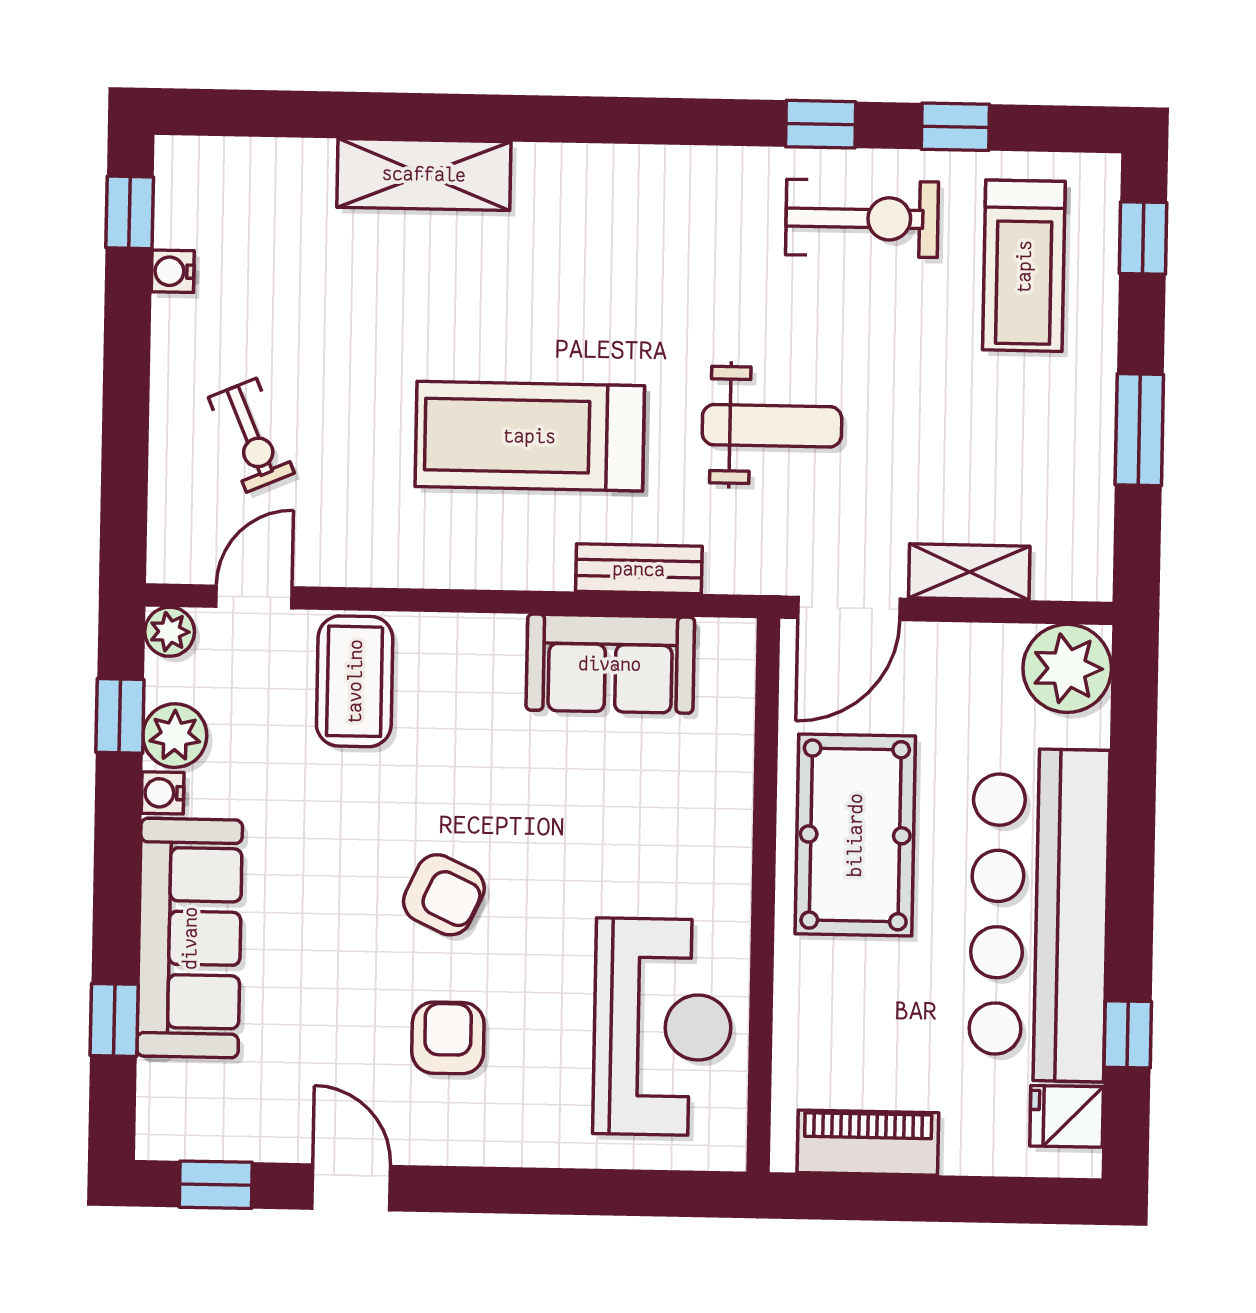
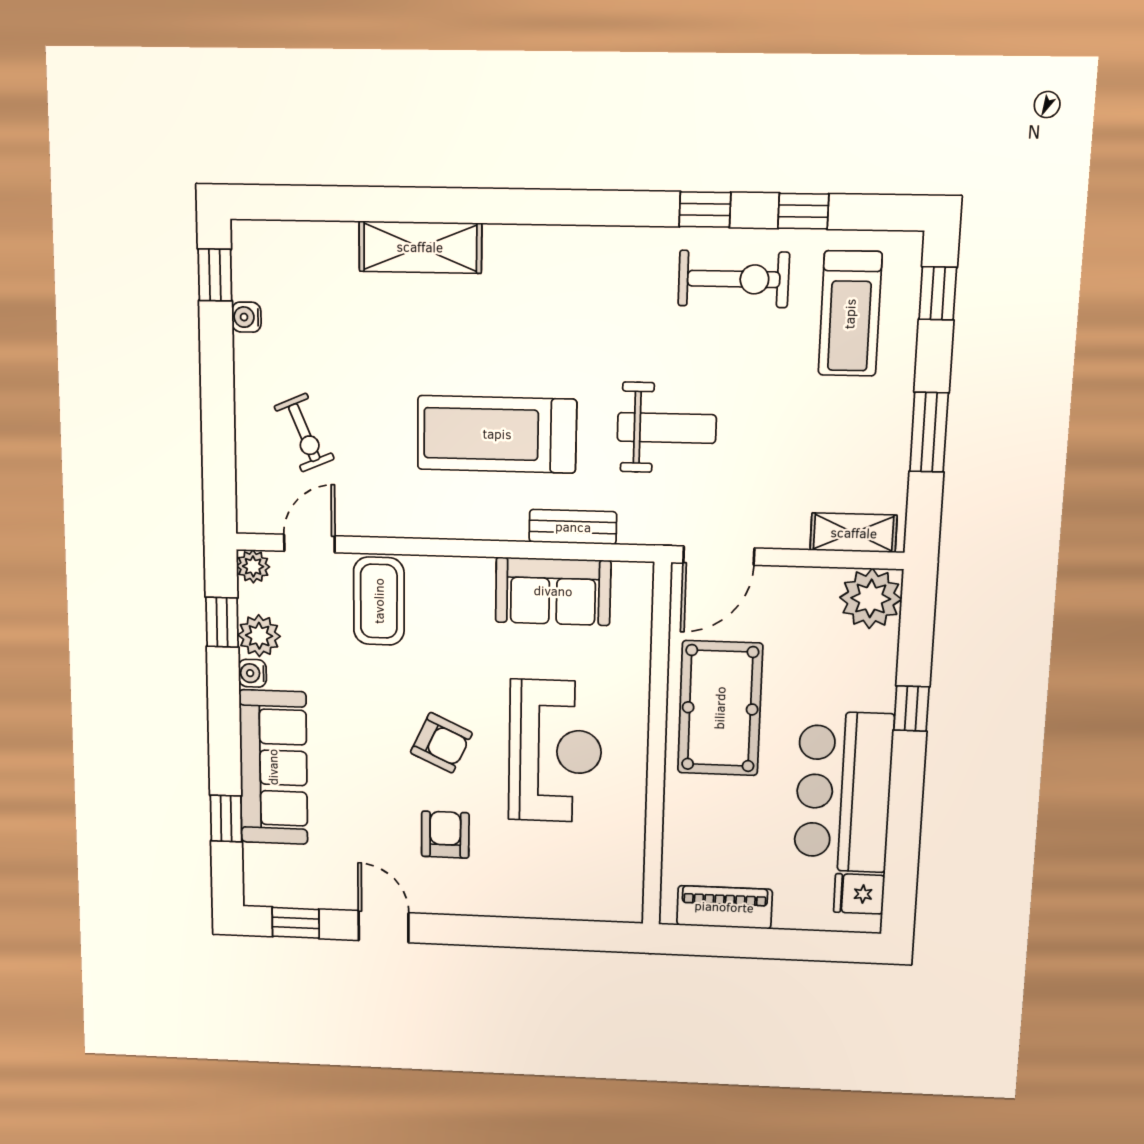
shelving: (969, 572) -> (854, 533), moved
bar counter: (1039, 915) -> (843, 792), width x0.73
reception desk: (663, 1027) -> (555, 751), moved
window: (1128, 1034) -> (911, 708), moved

